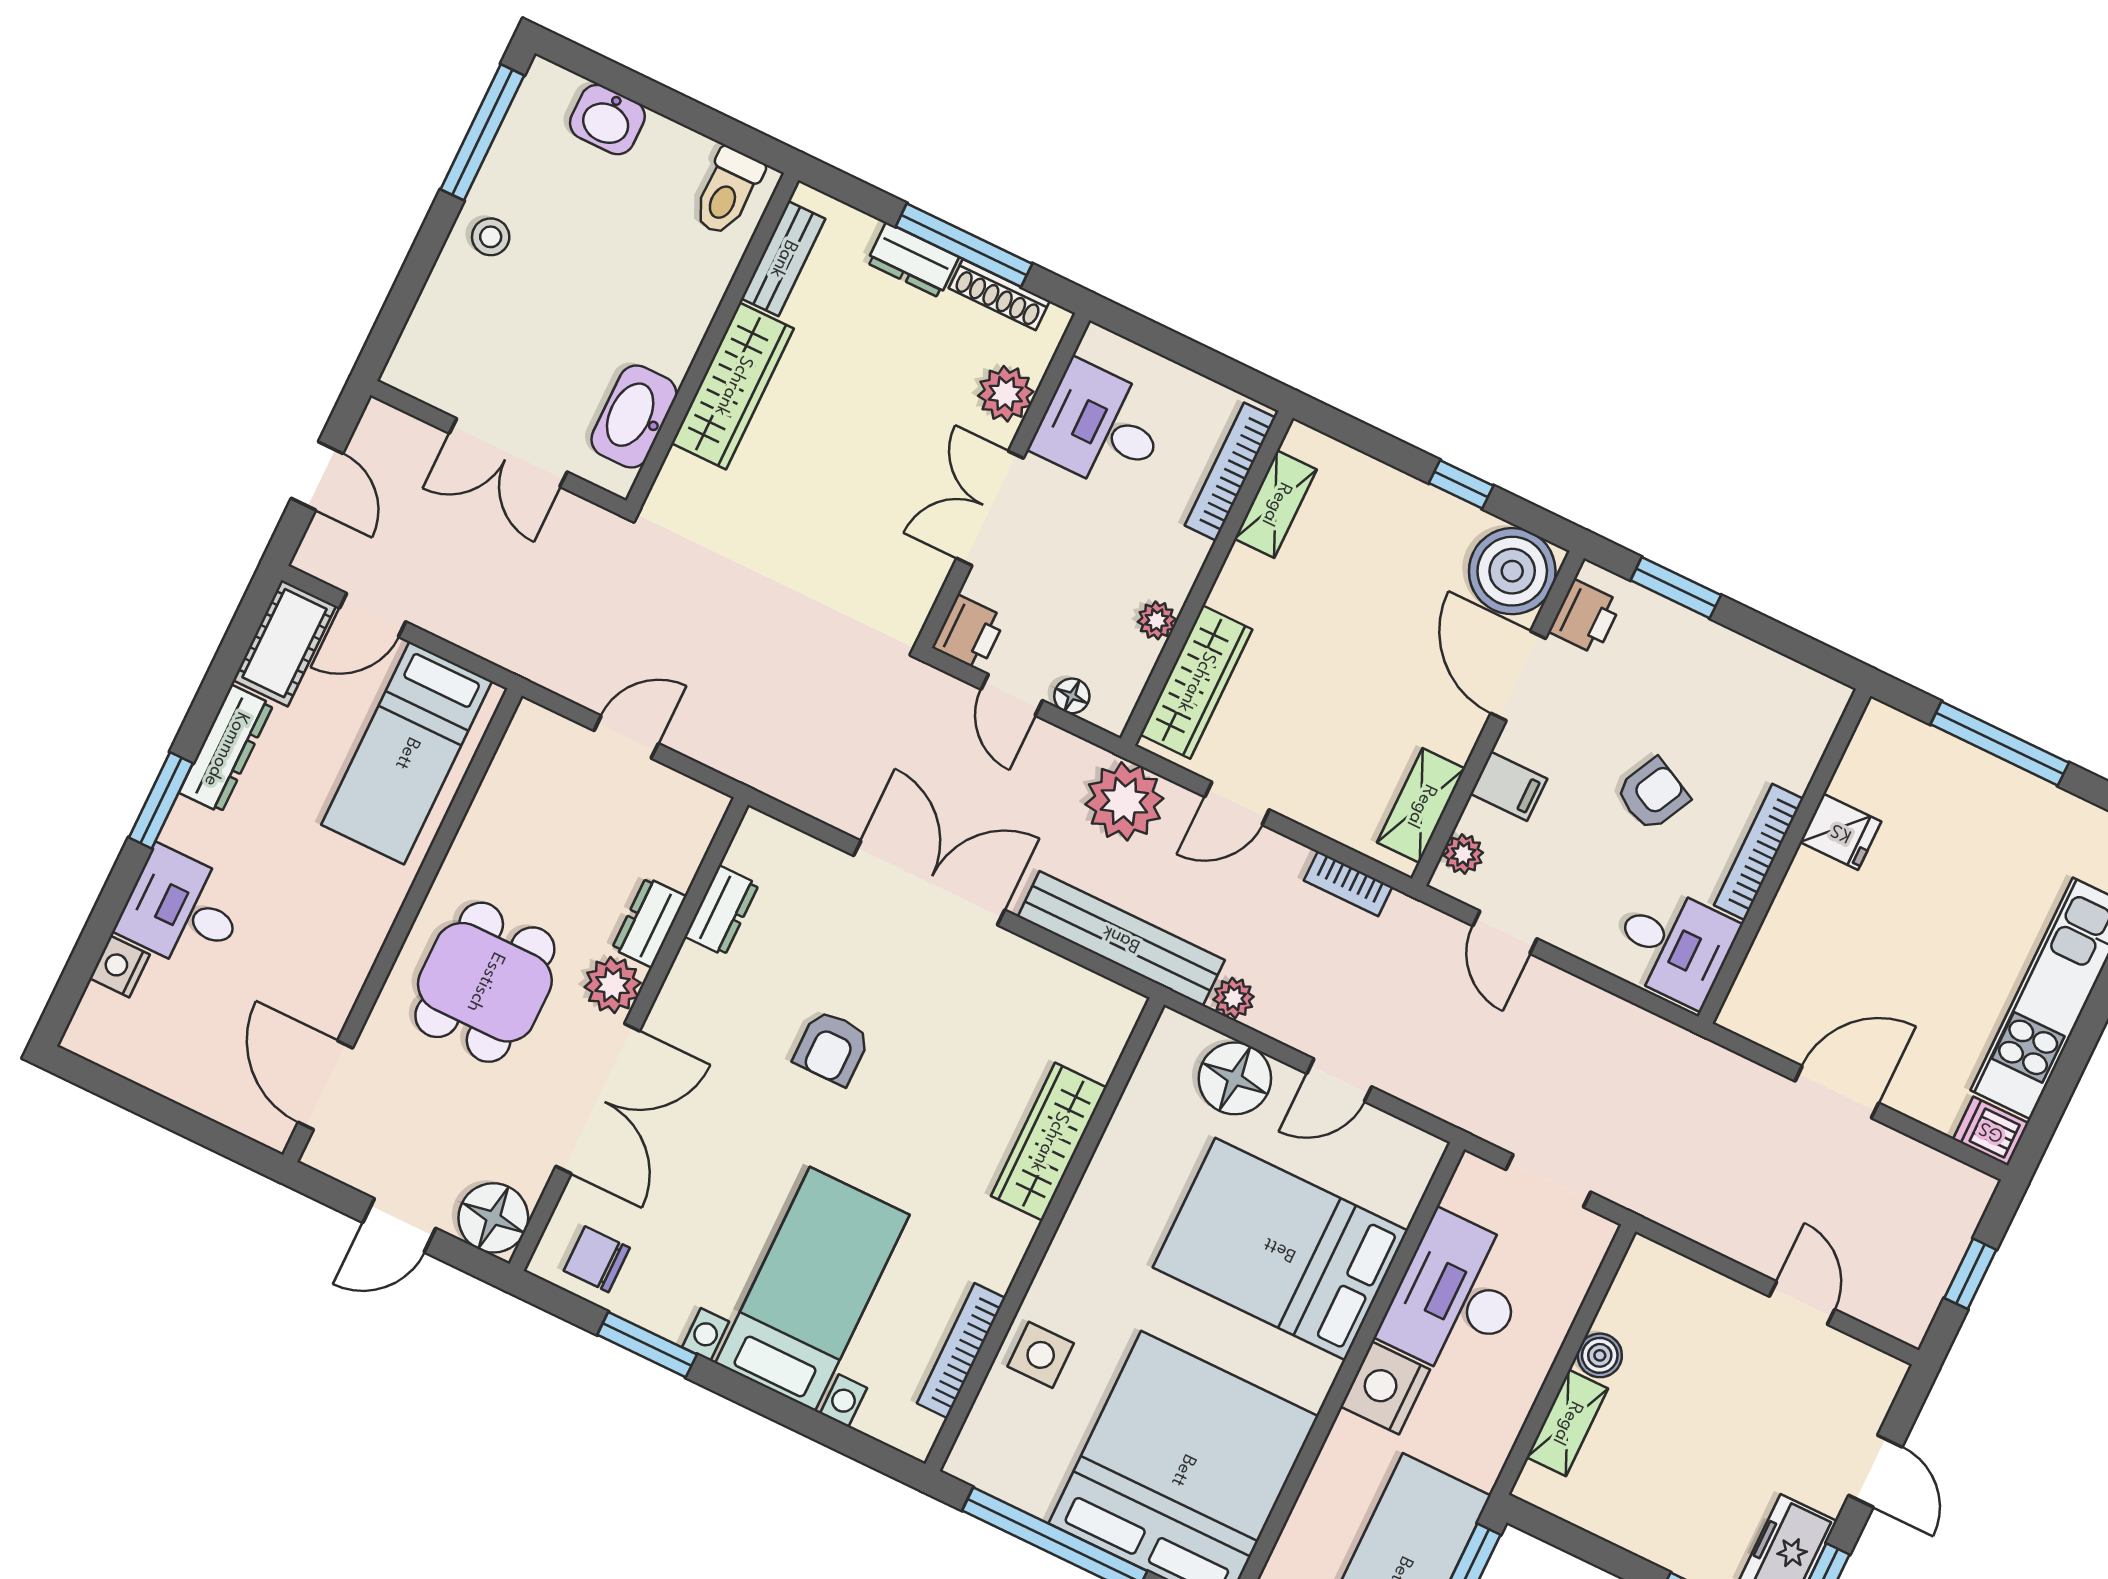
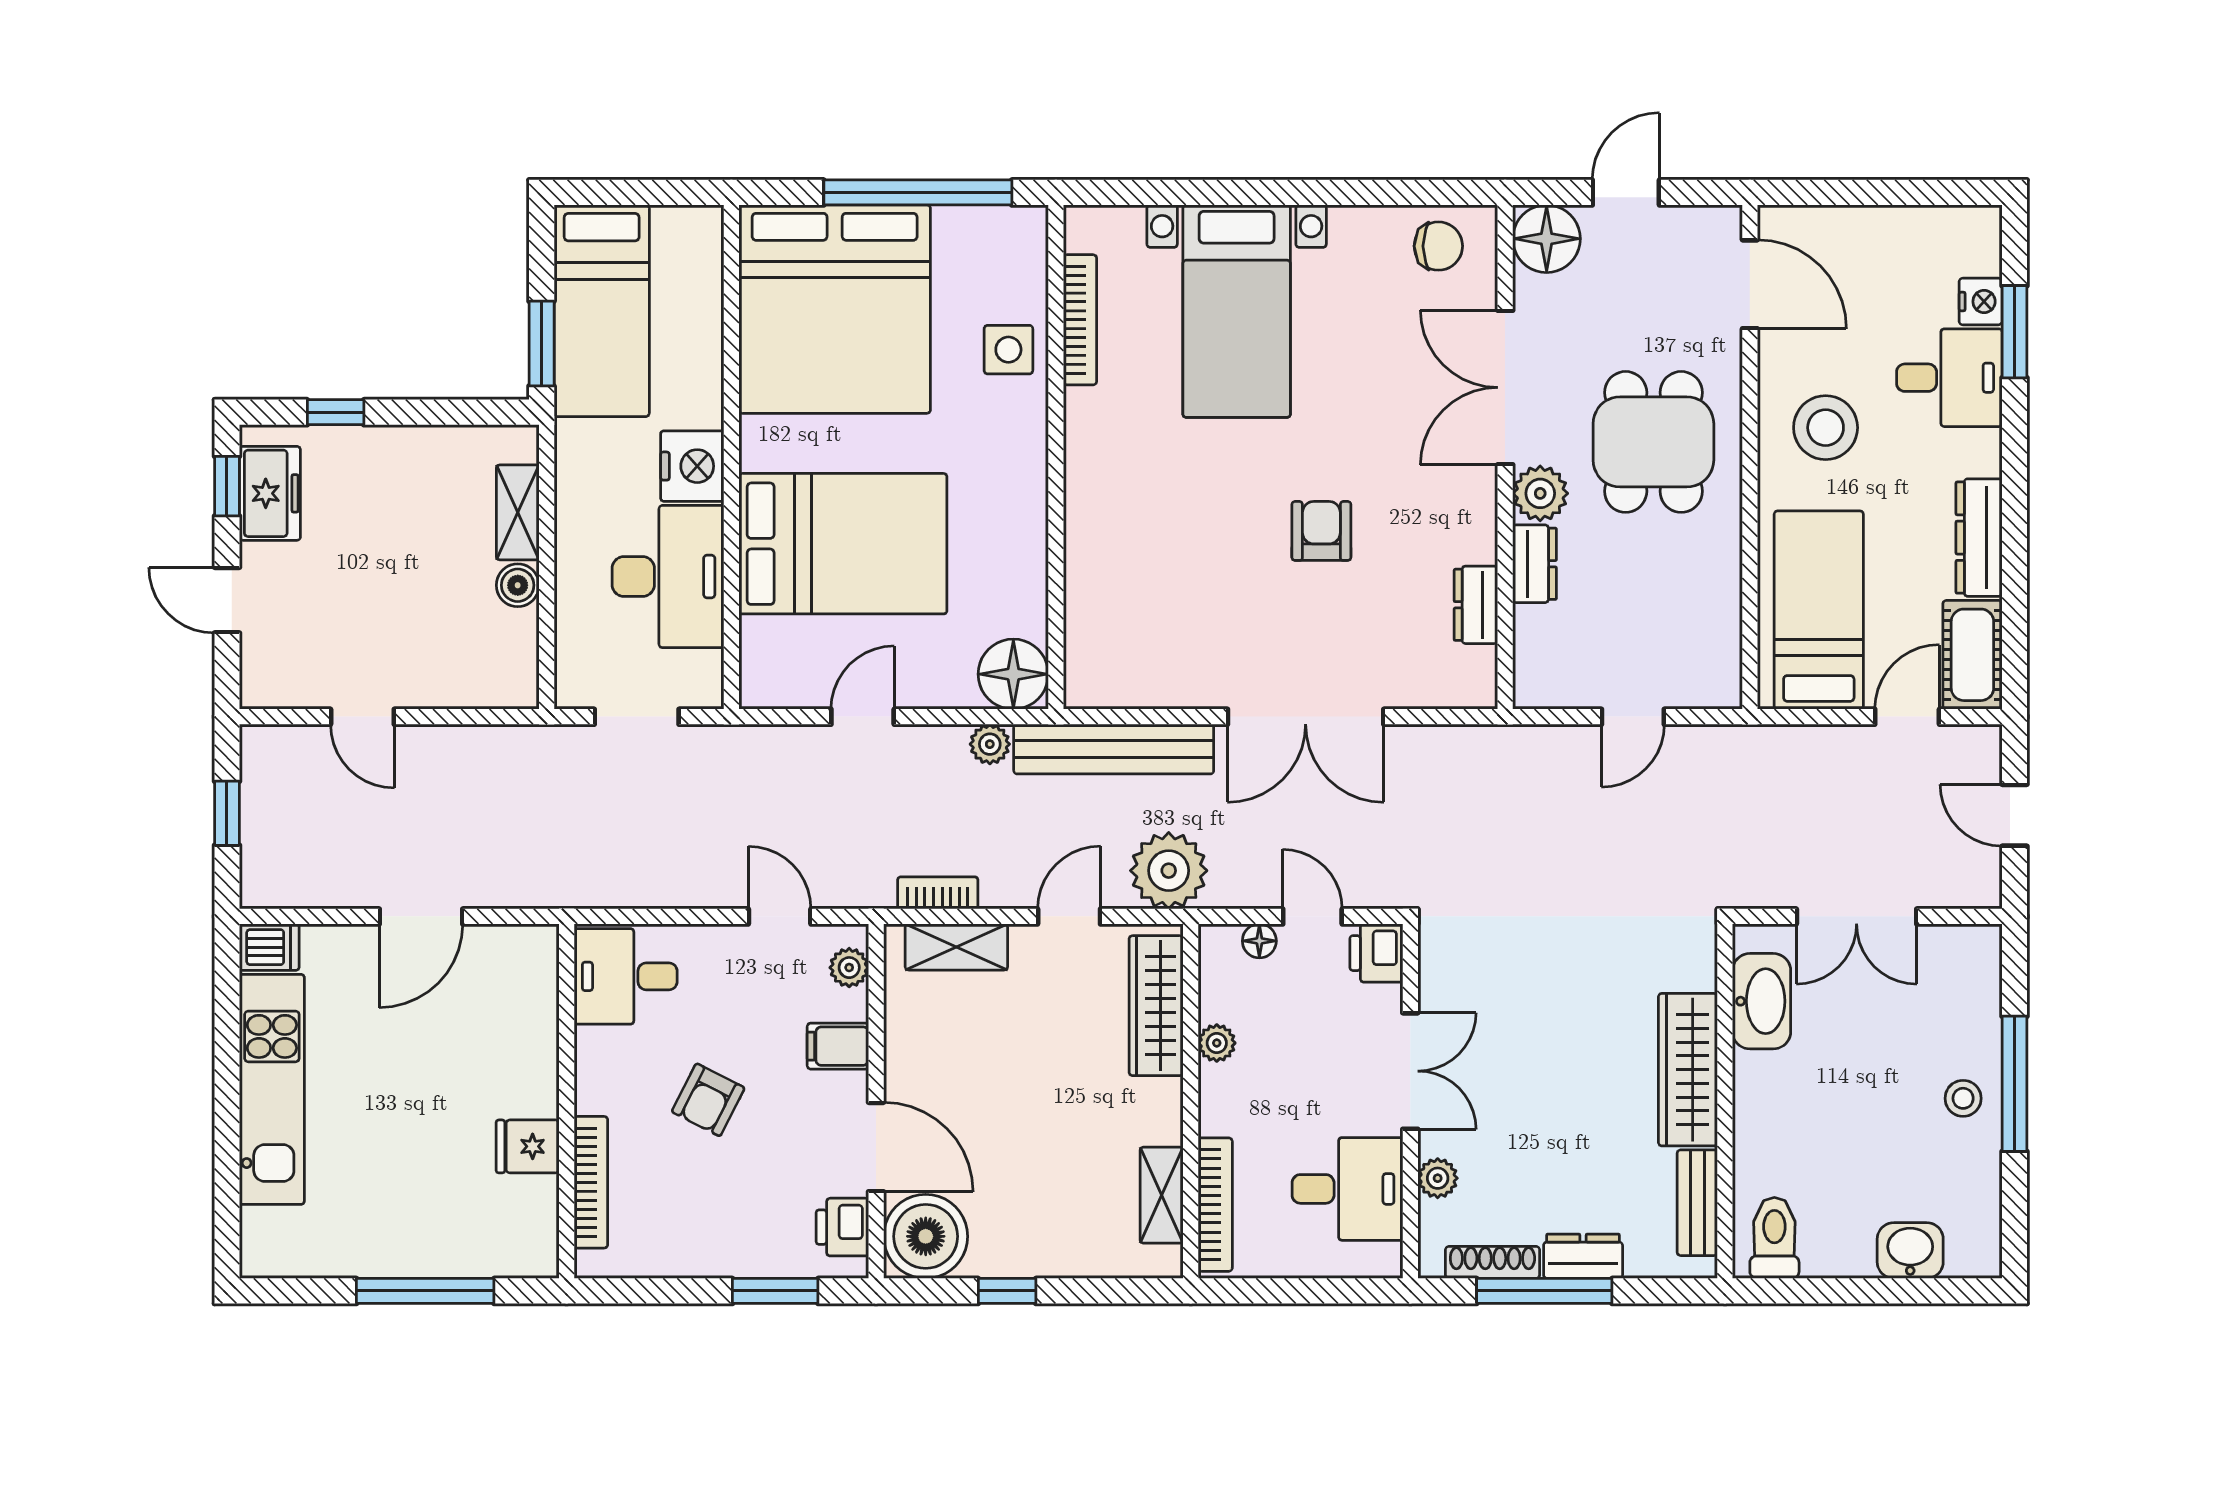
window: (482, 132) -> (2014, 1084), moved
plant: (1006, 394) -> (1438, 1178), width x0.73, depth x0.73
double door: (508, 453) -> (1857, 916), swing flipped
window: (161, 800) -> (2014, 332), moved
shelving: (1421, 806) -> (956, 947), moved, turned 90
bookcase: (1759, 852) -> (591, 1182), moved
stool: (319, 919) -> (1826, 428), added
floor lamp: (1235, 1078) -> (1013, 674), moved
wardrobe: (1049, 1142) -> (1091, 540), removed
window: (647, 1345) -> (1358, 192), removed

